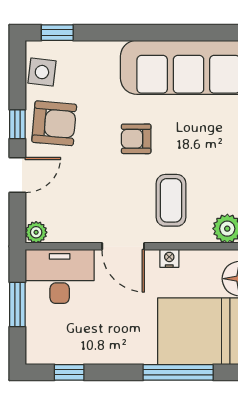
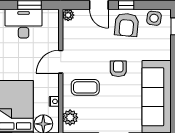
nightstand: (169, 258) -> (54, 101), moved
desk: (60, 276) -> (24, 24), moved, turned -90

